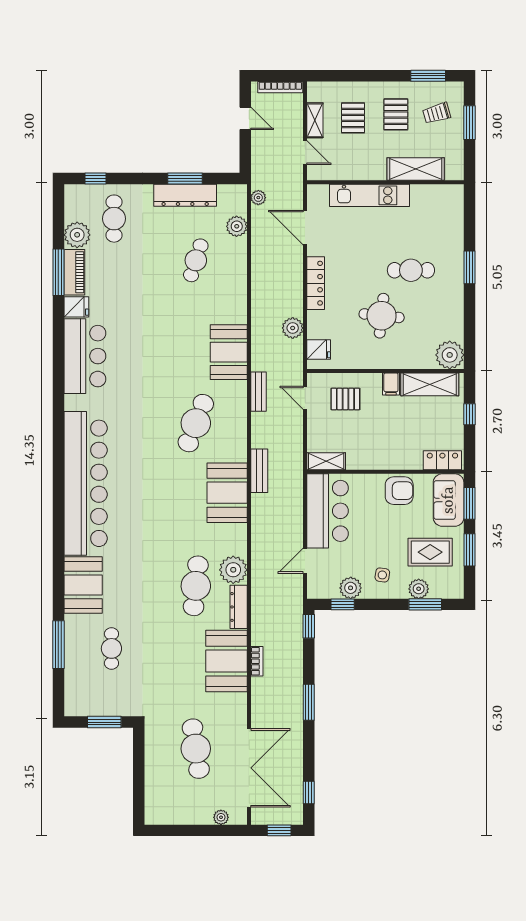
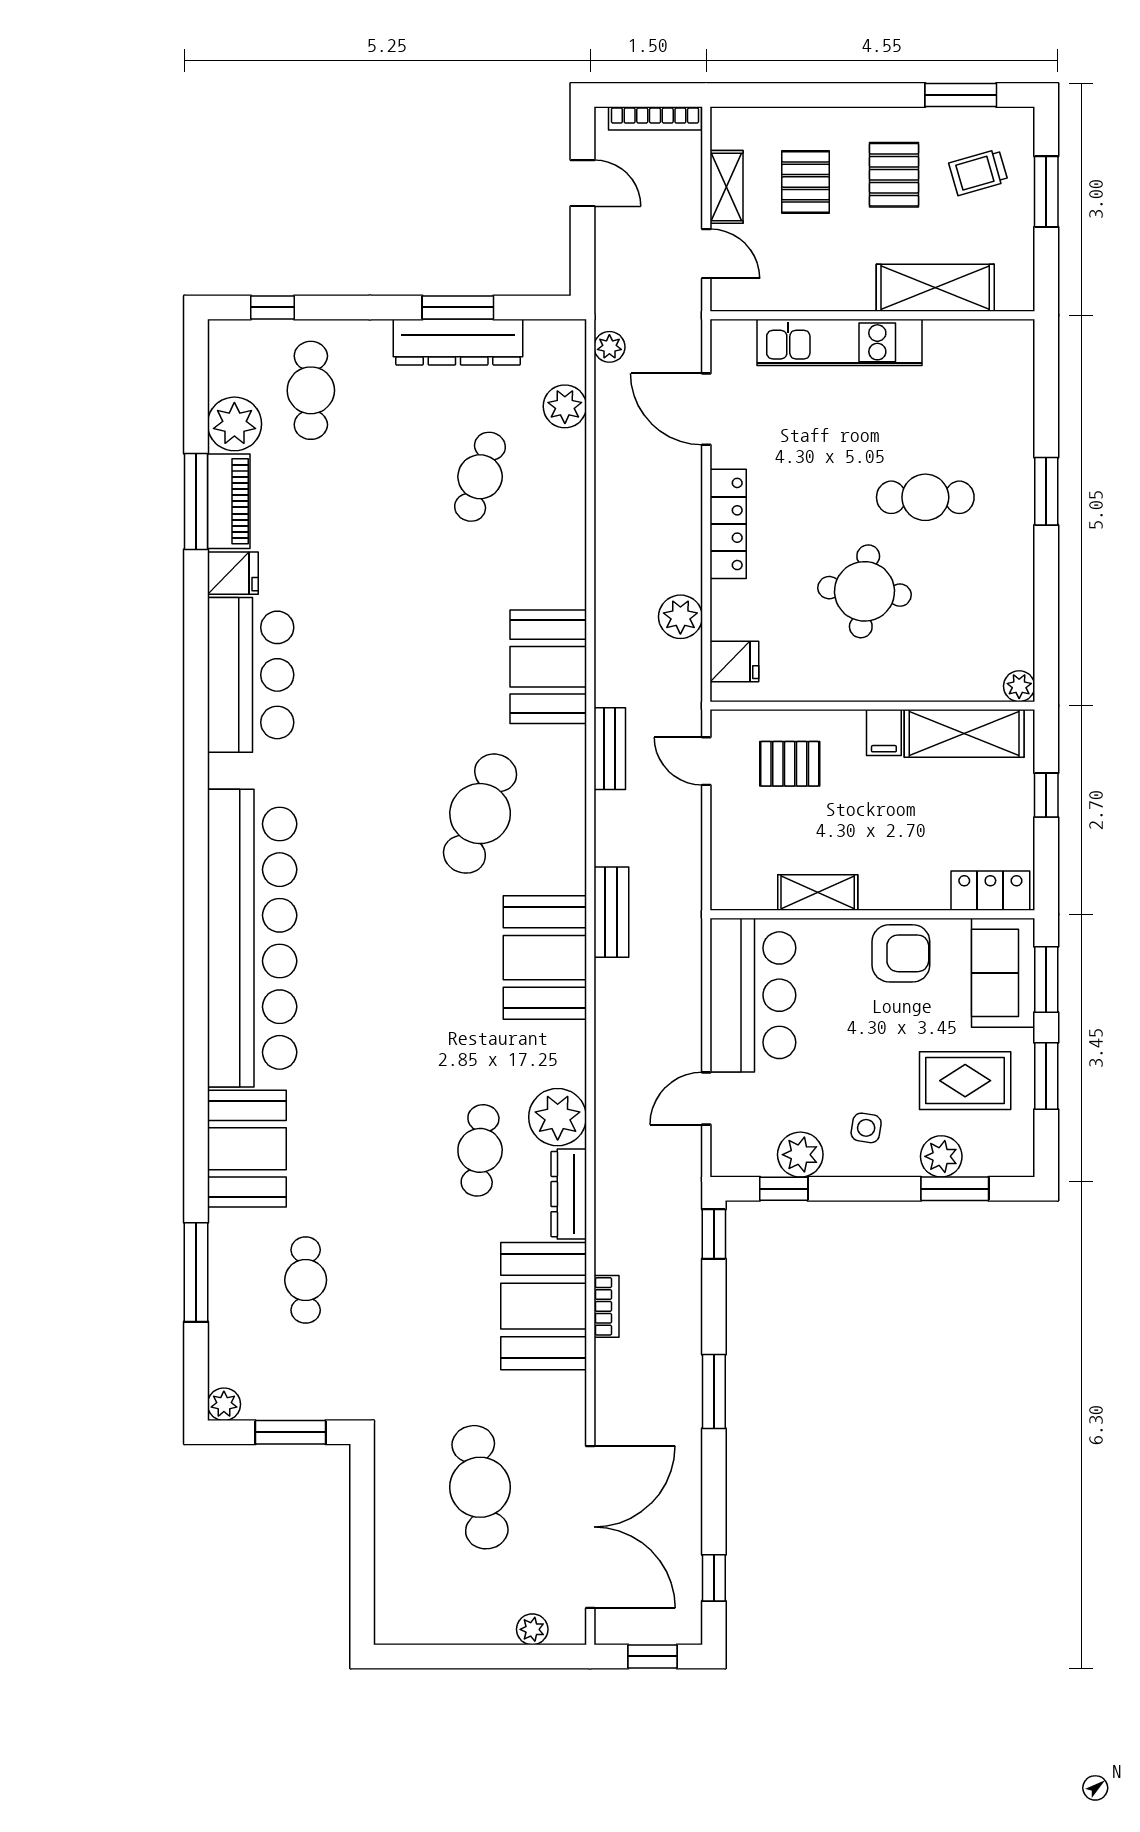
plant: (450, 355) -> (1019, 686), width x0.53, depth x0.53
shelving: (326, 461) -> (818, 893), moved
cafe table: (196, 586) -> (480, 1150), width x0.73, depth x0.74
plant: (72, 709) -> (224, 1404), added

